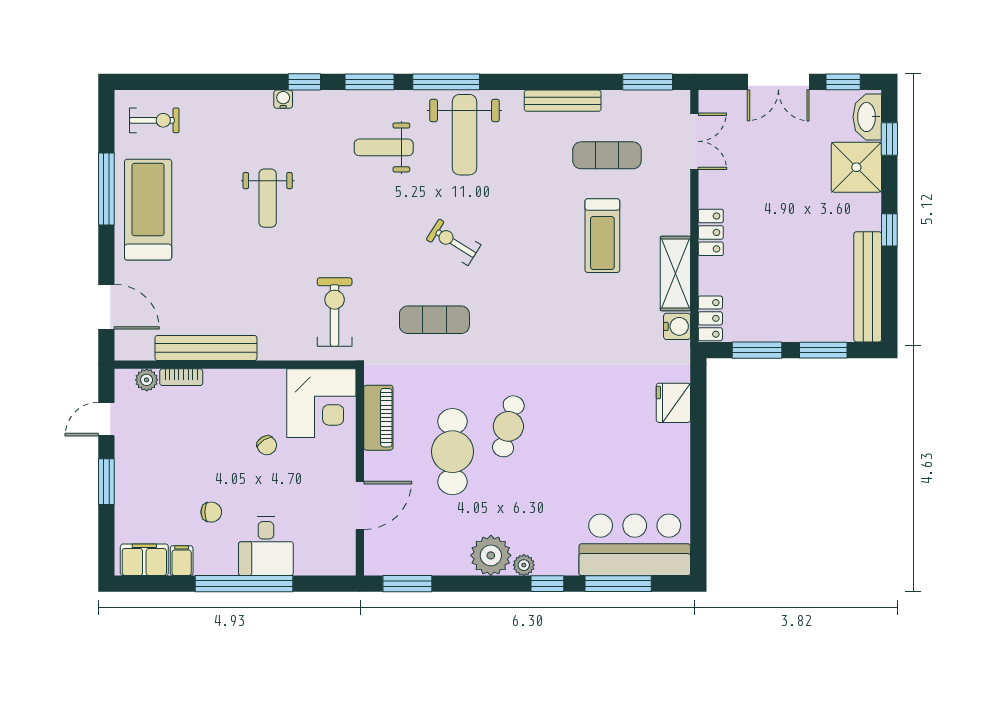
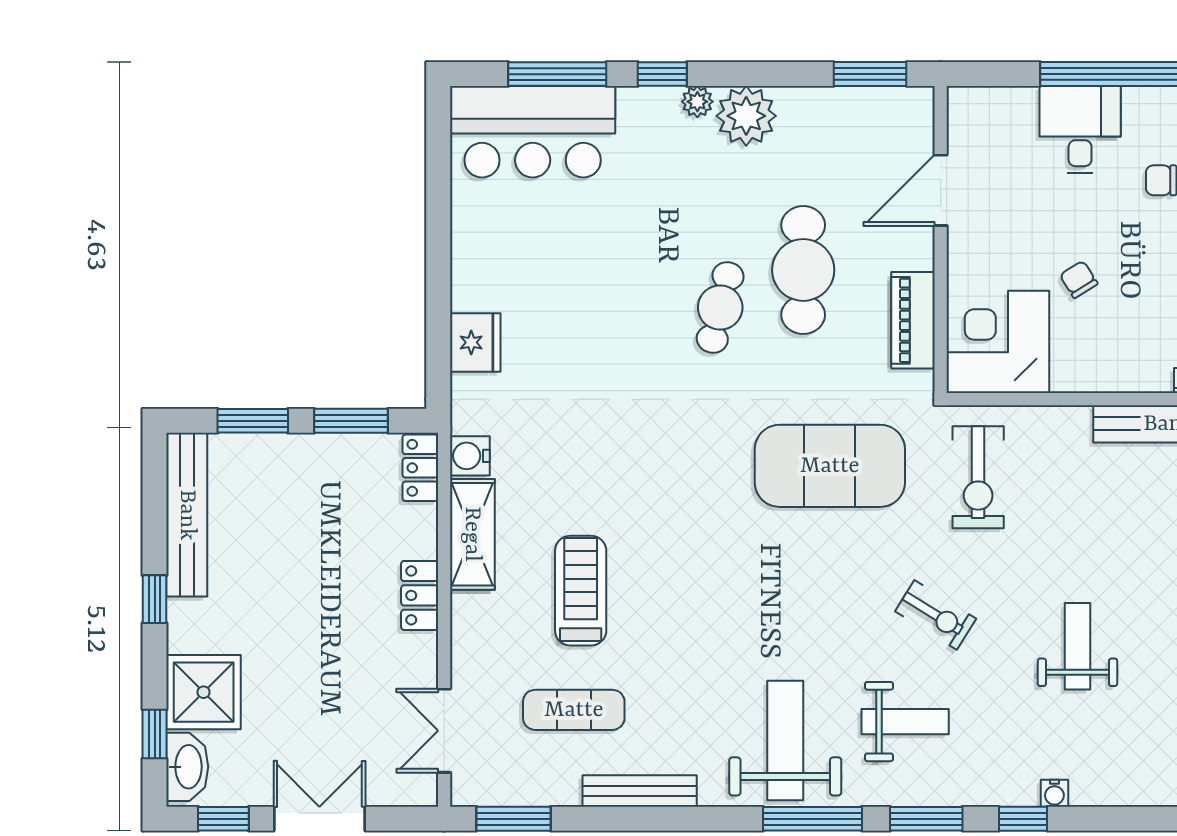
exercise bike: (454, 242) -> (936, 615), moved
exercise mat: (434, 320) -> (830, 466), width x2.00, depth x1.45

